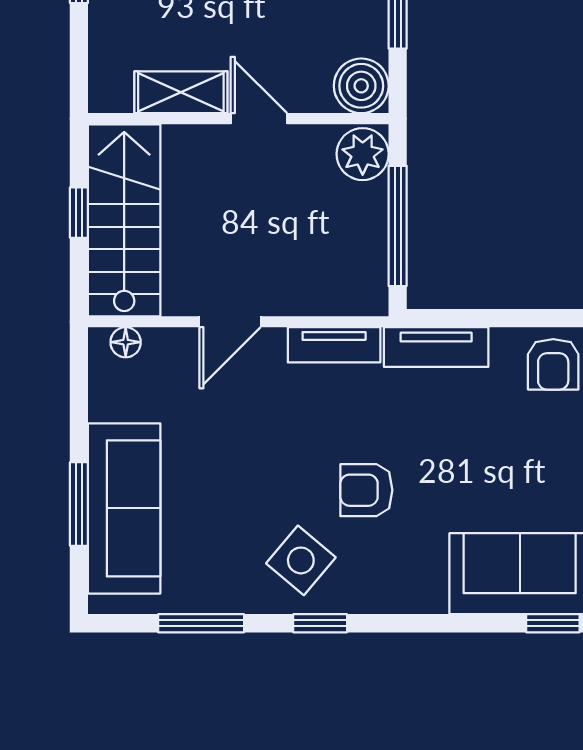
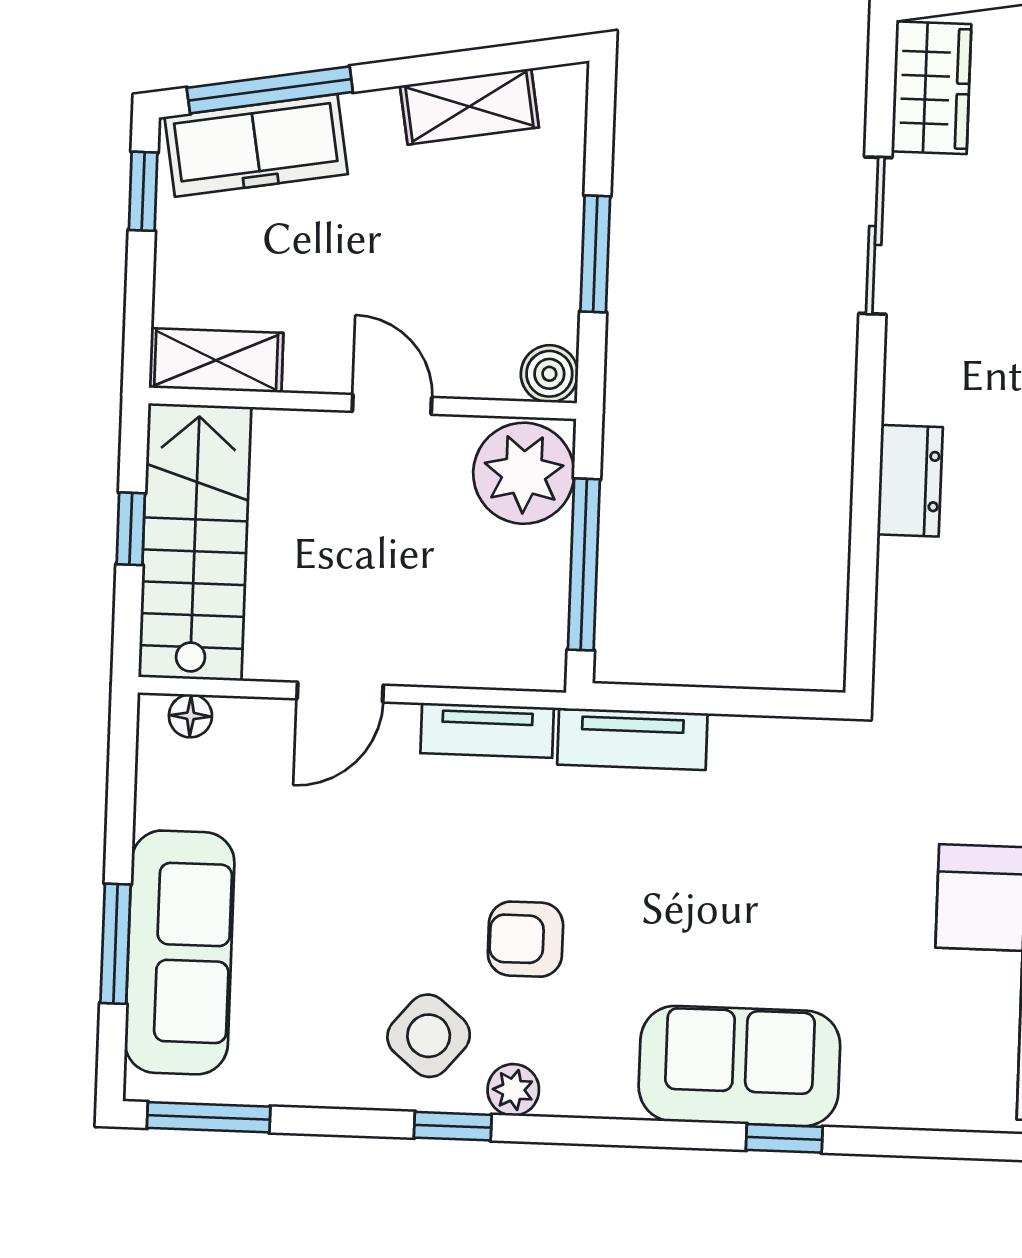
boiler: (361, 86) -> (549, 374), width x0.73, depth x0.73
shelving: (181, 92) -> (216, 360), moved
plant: (363, 154) -> (524, 473), width x1.36, depth x1.36
armchair: (553, 364) -> (798, 770), removed
plant: (362, 596) -> (513, 1090), added
window: (201, 623) -> (209, 1117), moved

